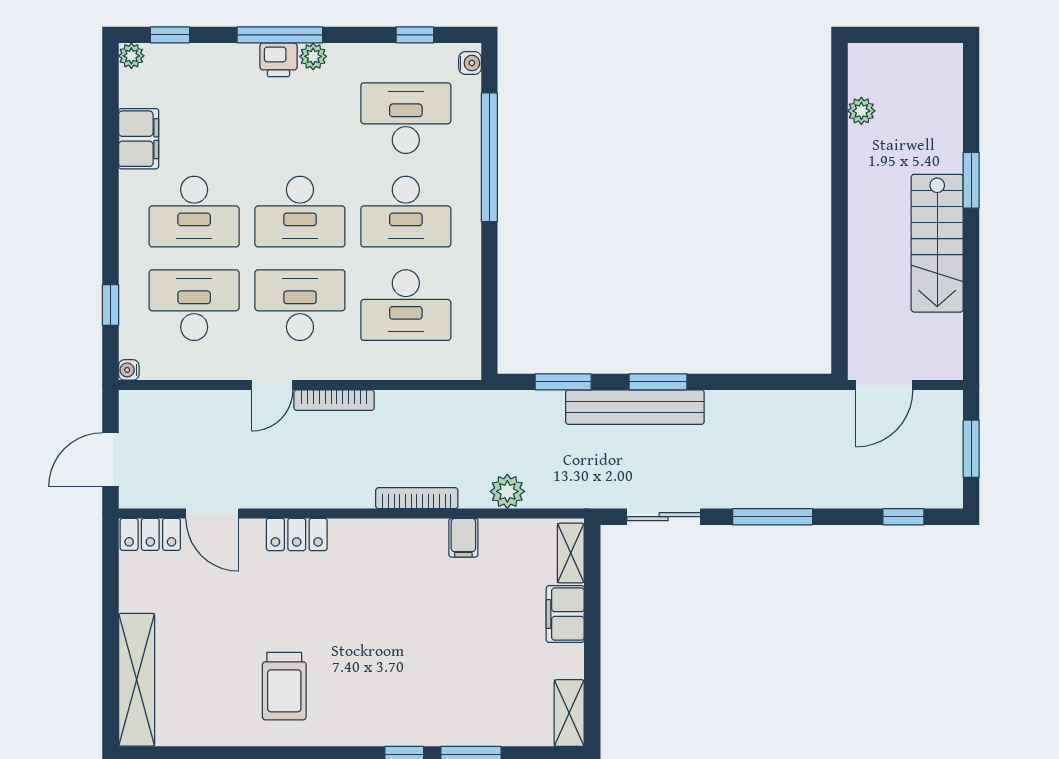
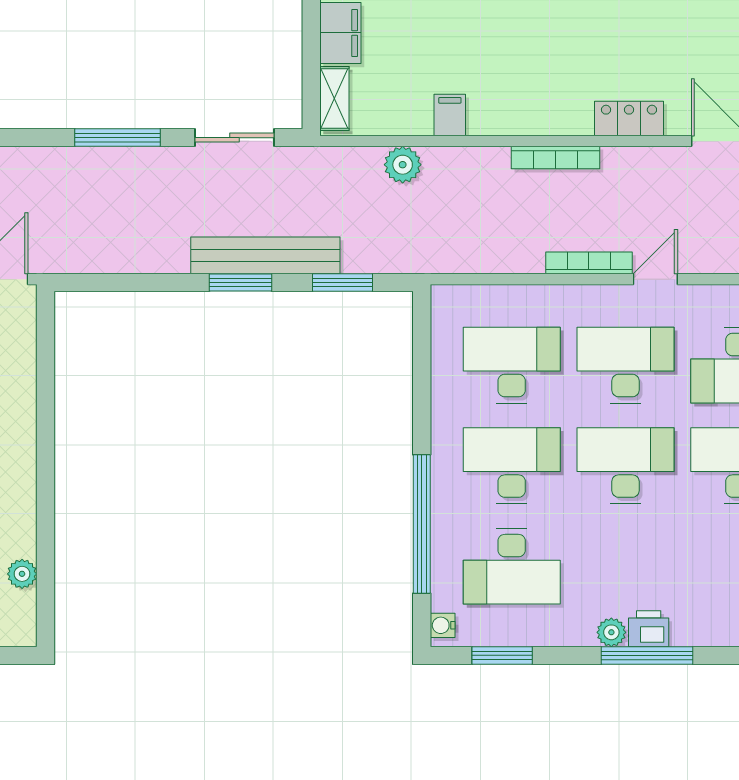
window: (415, 35) -> (502, 655), width x1.50
desk: (300, 305) -> (626, 365), turned 180
bookcase: (417, 498) -> (555, 157), moved

